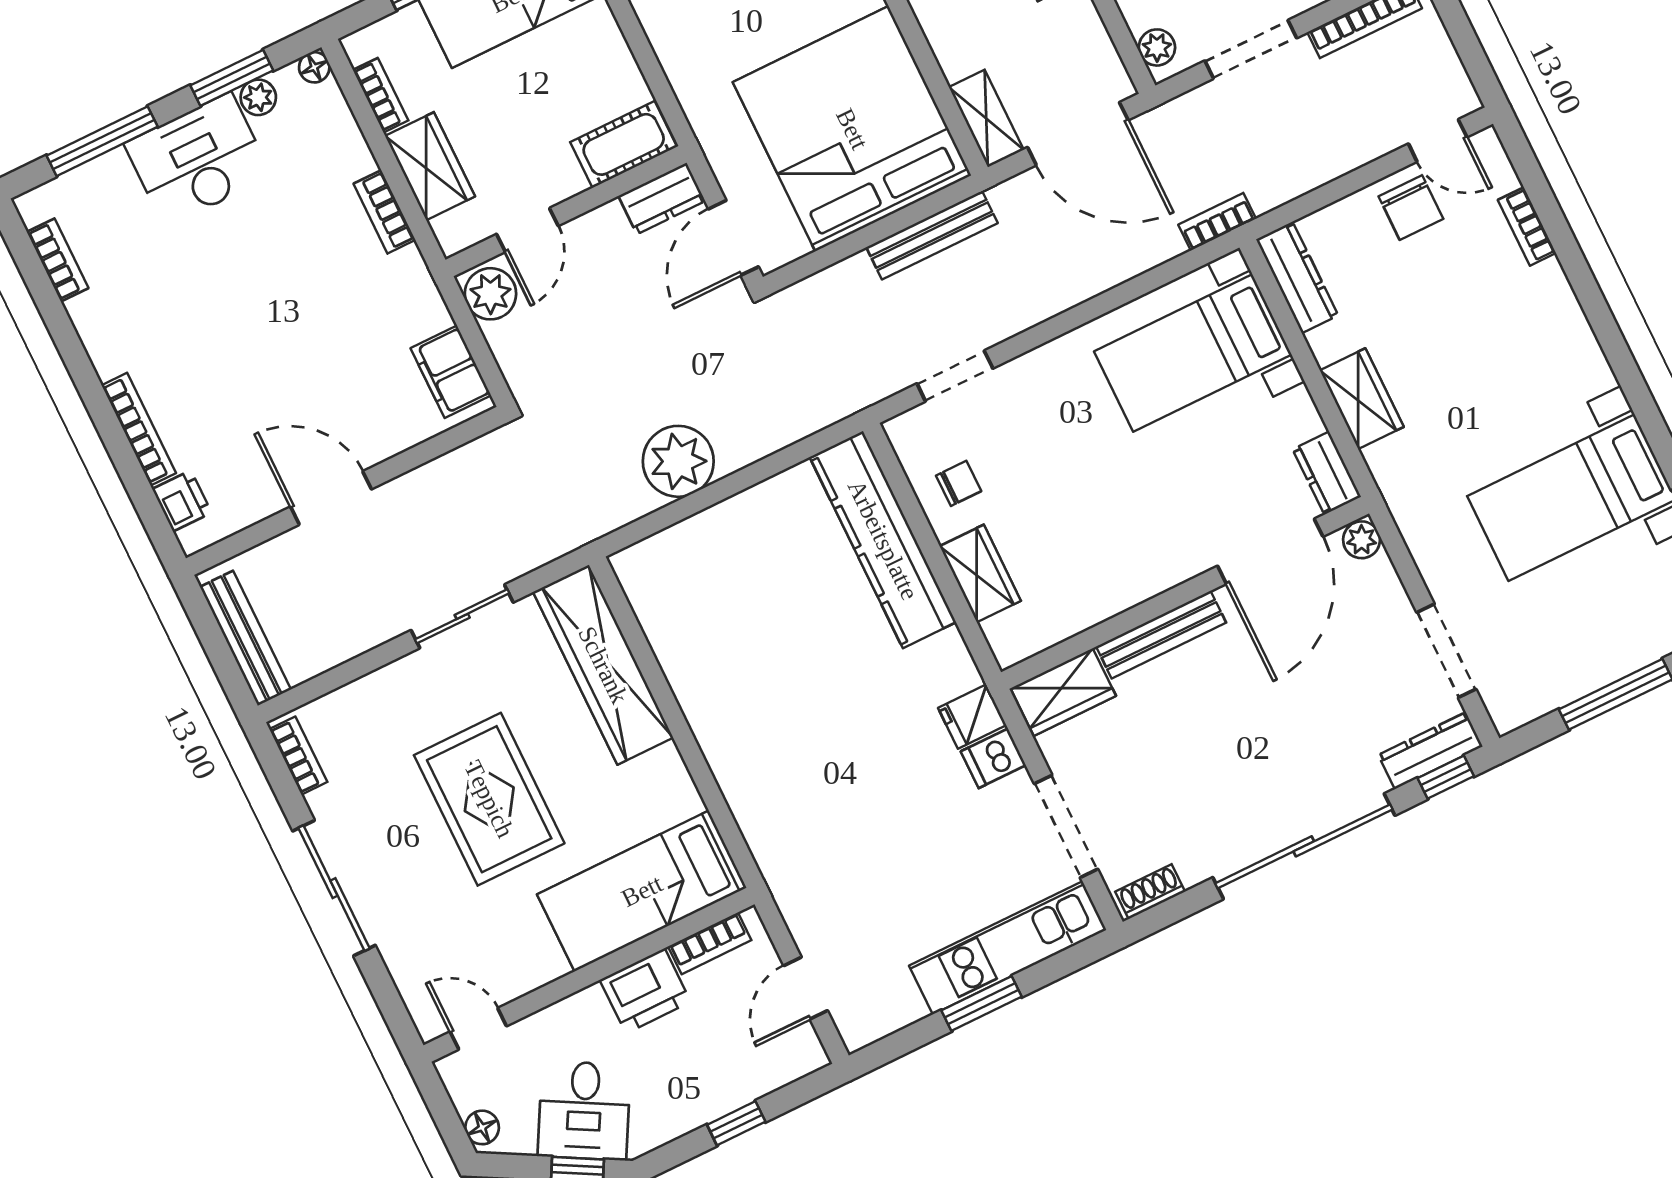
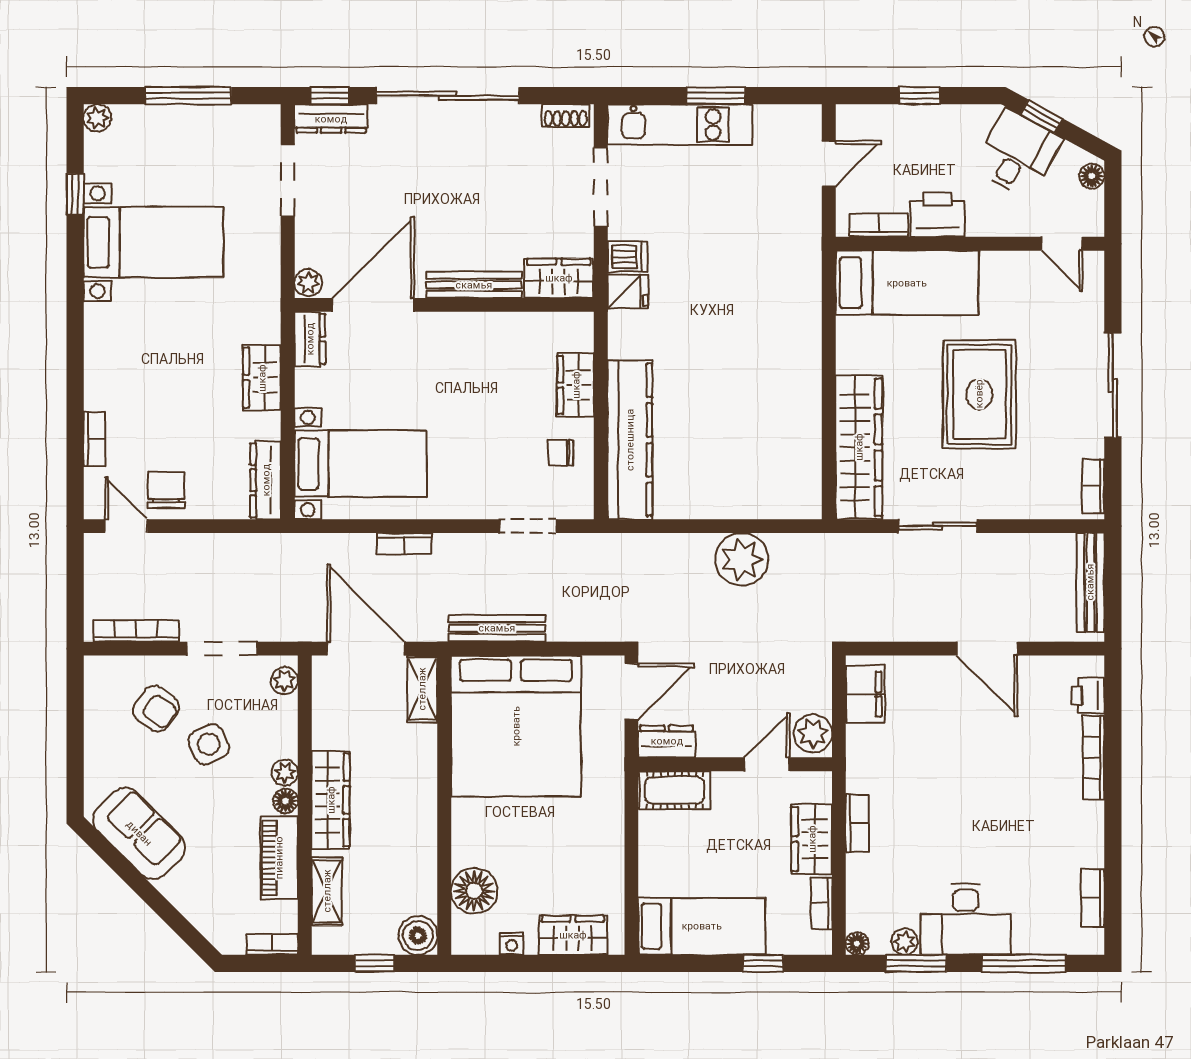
bookcase: (1217, 222) -> (404, 544), moved

